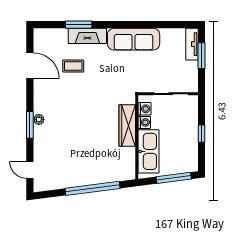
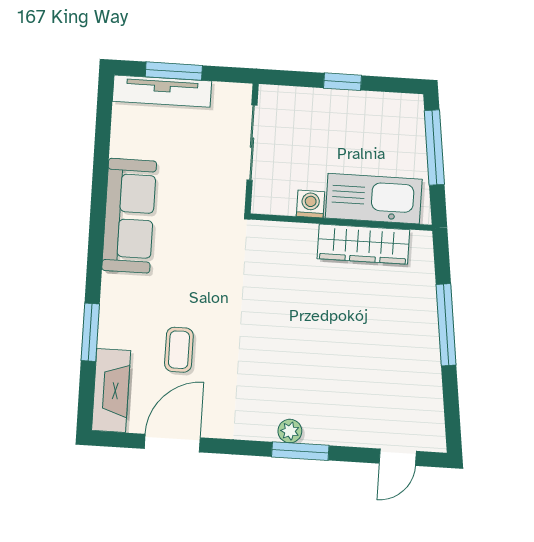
fireplace: (87, 36) -> (111, 390), moved
tv unit: (192, 44) -> (162, 91), width x1.41
washing machine: (144, 109) -> (281, 202), removed
wardrobe: (127, 125) -> (363, 244), moved
window: (92, 188) -> (446, 325), width x0.68

